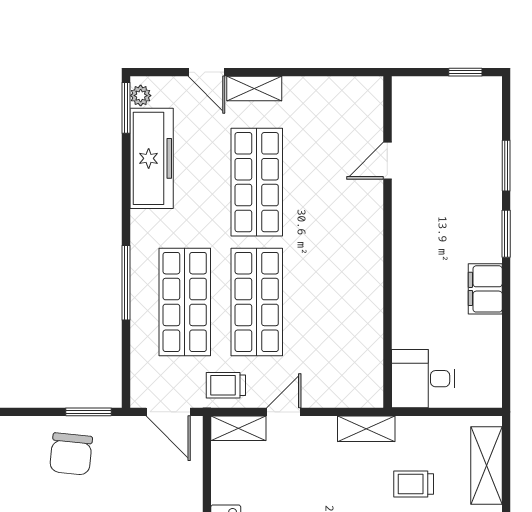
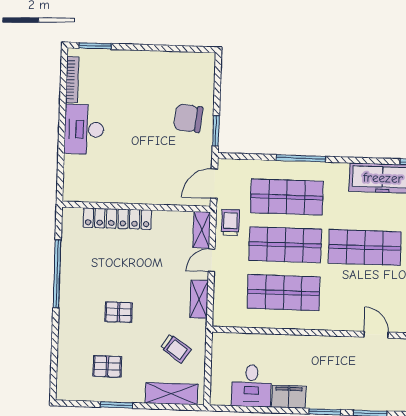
shop shelf: (329, 302) -> (284, 293), added
desk: (423, 379) -> (251, 386), moved, turned 180
door: (284, 412) -> (212, 260), swing flipped
shelving: (366, 429) -> (199, 299), moved
trolley: (414, 484) -> (176, 349), moved, turned 125

